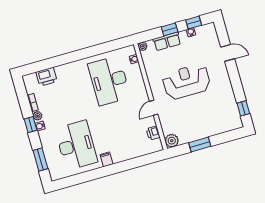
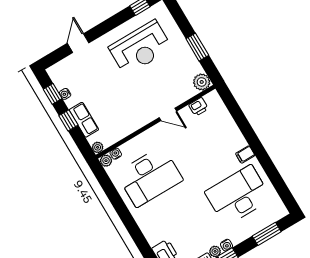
plant: (131, 50) -> (106, 161), added
reception desk: (186, 82) -> (140, 48), moved, turned -90

